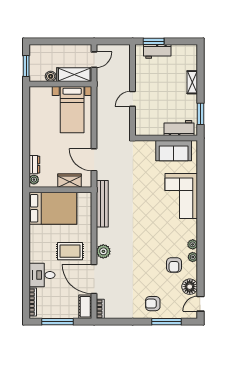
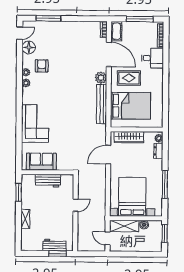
door: (94, 60) -> (108, 238), hinge flipped
bed with nightstands: (72, 110) -> (132, 197), width x1.36
window: (26, 125) -> (165, 184), added
workbench: (179, 128) -> (48, 181), moved
door: (94, 160) -> (108, 155), swing flipped
wardrobe: (70, 181) -> (129, 137), width x1.50
bench: (102, 204) -> (102, 104), moved
bed: (53, 208) -> (130, 106), moved, turned 180
armchair: (153, 304) -> (60, 34), removed

